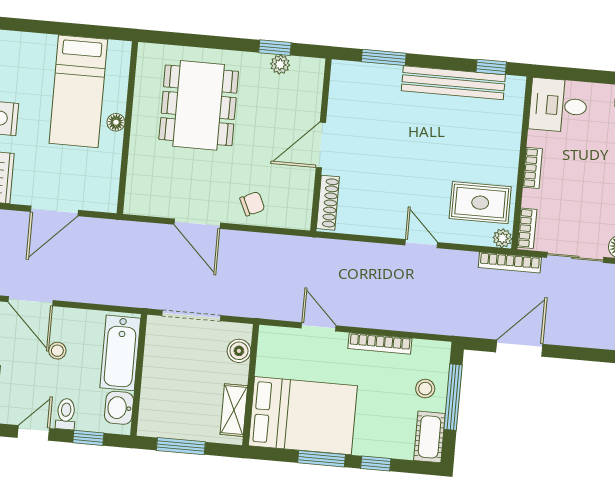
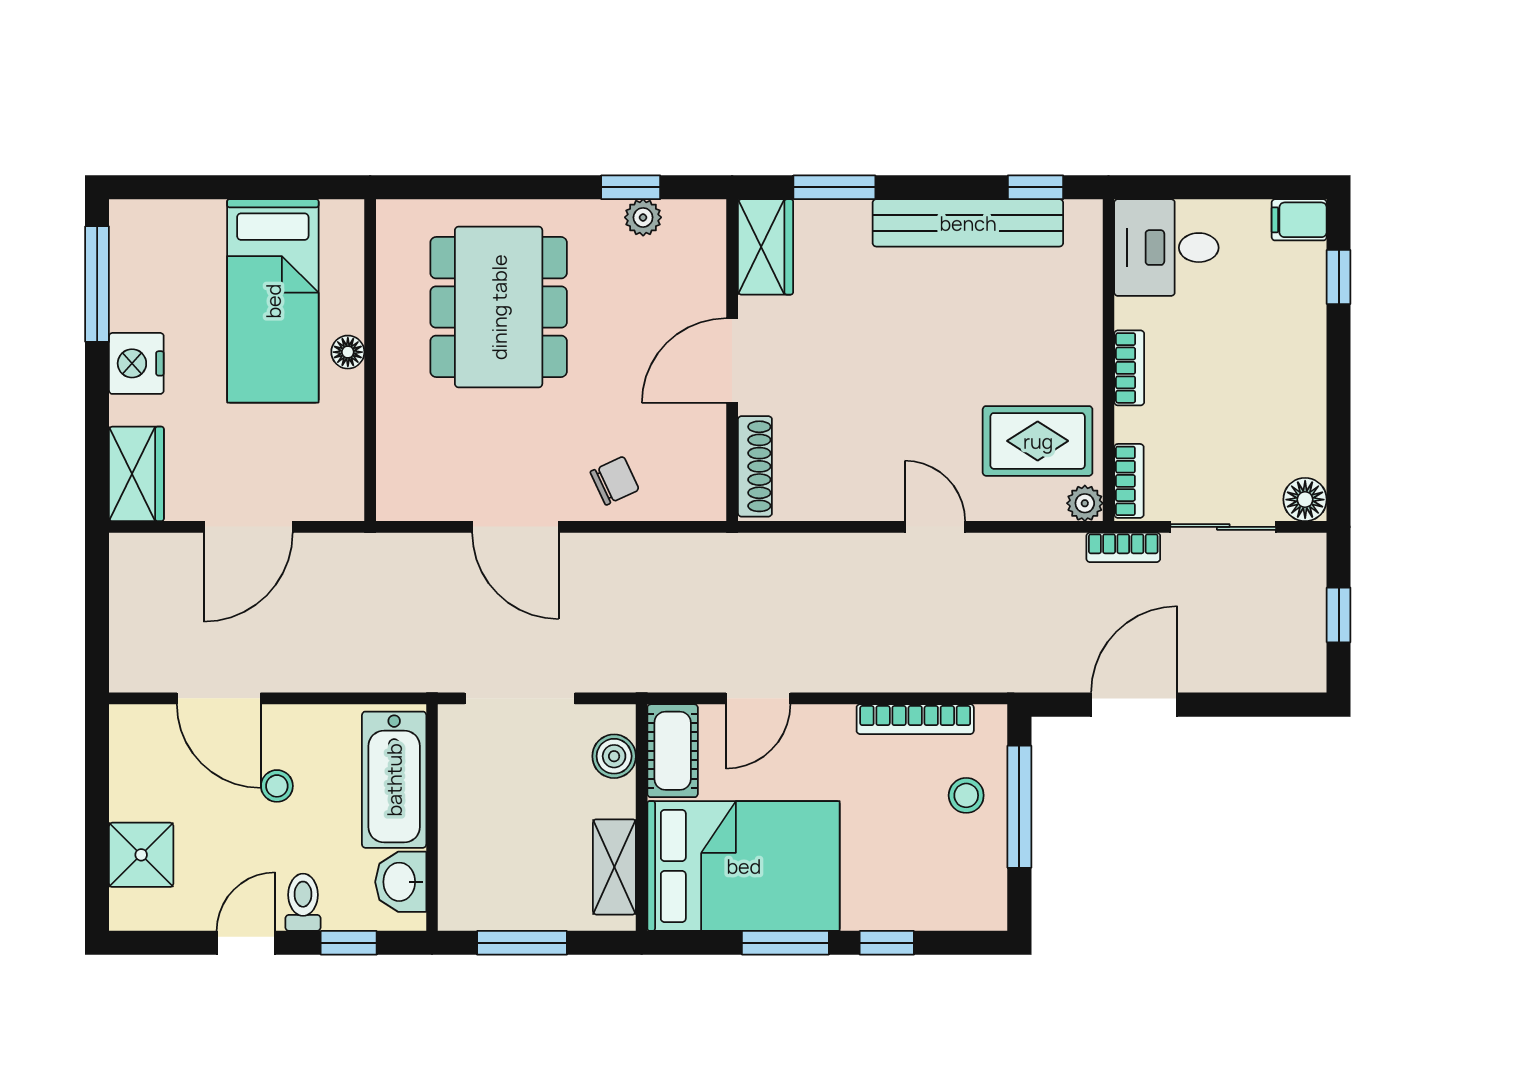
wardrobe: (344, 86) -> (766, 247), added
bookcase: (510, 263) -> (1123, 547), width x0.64
door: (319, 327) -> (758, 698), swing flipped
bookcase: (380, 343) -> (915, 719), moved
cot: (429, 437) -> (673, 751), moved

